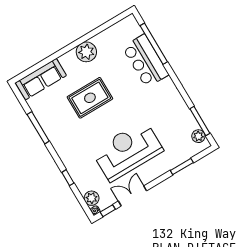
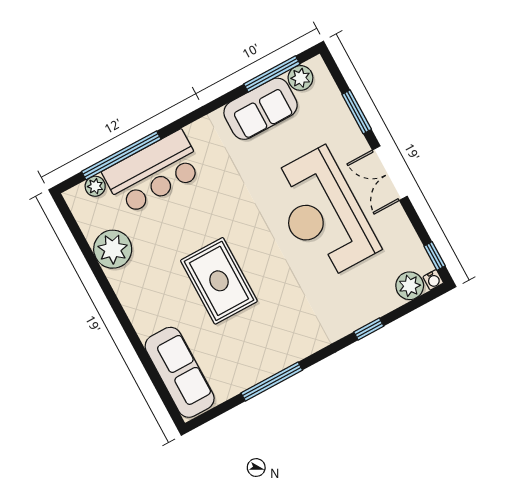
plant: (137, 31) -> (95, 186), added
plant: (86, 52) -> (113, 249), moved
sofa: (181, 116) -> (261, 109), added
double door: (133, 196) -> (390, 173), moved

